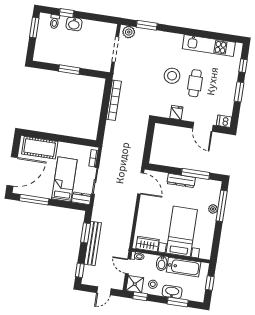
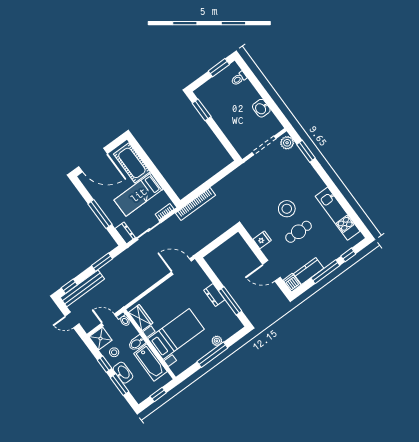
window: (67, 13) -> (254, 81), removed
washbasin: (74, 24) -> (261, 108), moved
window: (69, 70) -> (202, 110), moved
window: (239, 92) -> (325, 272), width x1.44
bookcase: (114, 100) -> (195, 204), moved
kitchen counter: (227, 102) -> (309, 271), added
door: (203, 127) -> (271, 271), hinge flipped
bed: (64, 179) -> (139, 195), moved, turned 180
dresser: (181, 180) -> (214, 295), width x0.70
door: (141, 183) -> (181, 267), swing flipped
window: (34, 200) -> (100, 214), moved
window: (222, 206) -> (212, 355), moved
bench: (93, 243) -> (82, 288), moved
door: (128, 266) -> (109, 320), hinge flipped
window: (140, 296) -> (104, 364), moved

